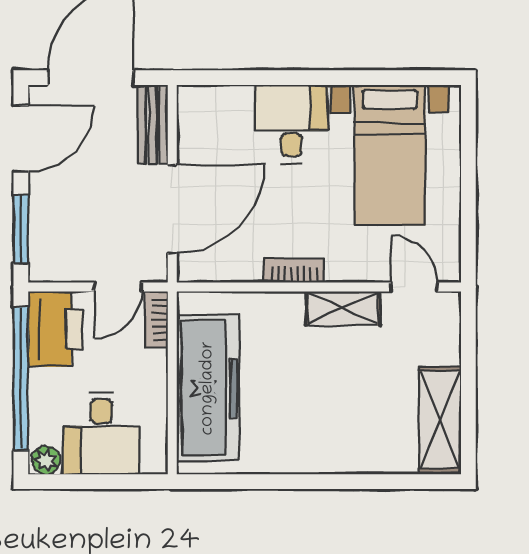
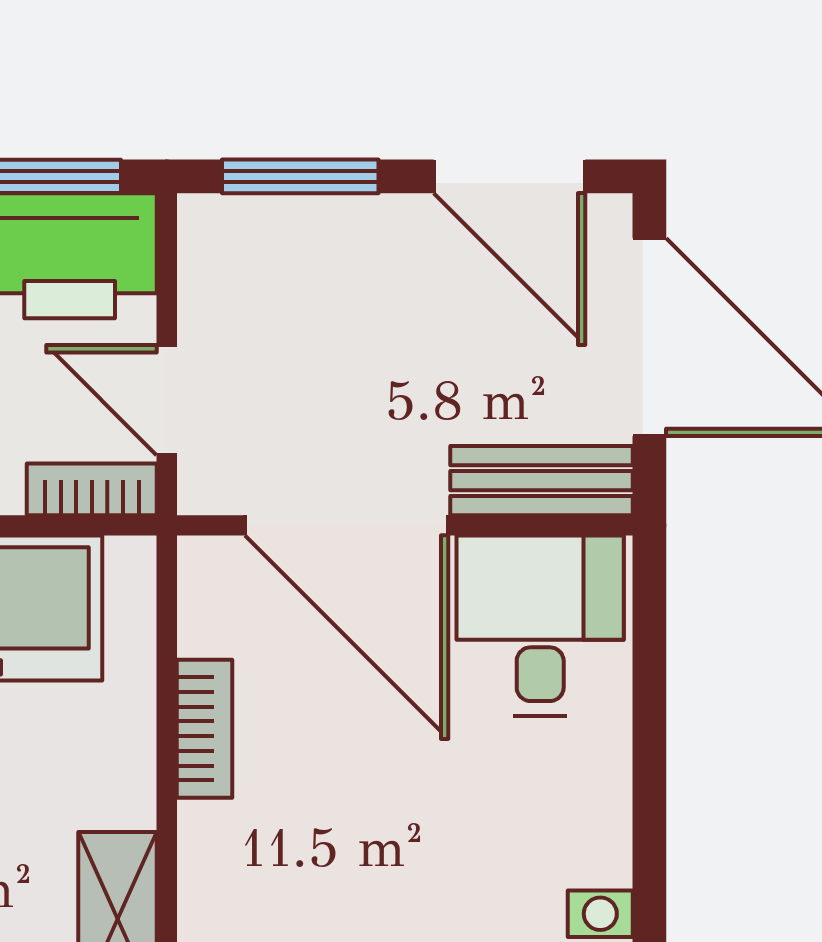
desk: (291, 124) -> (540, 626), moved, turned -90
bookcase: (294, 271) -> (204, 729), moved

